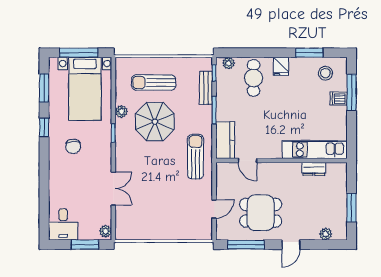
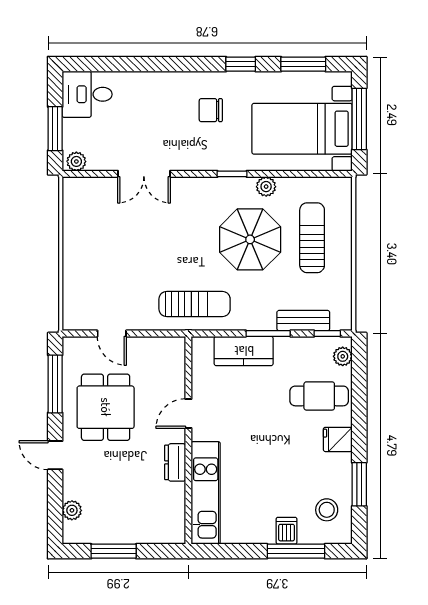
kitchen counter: (225, 140) -> (244, 351), moved
door: (248, 161) -> (188, 414), moved
dresser: (314, 169) -> (175, 462), moved

